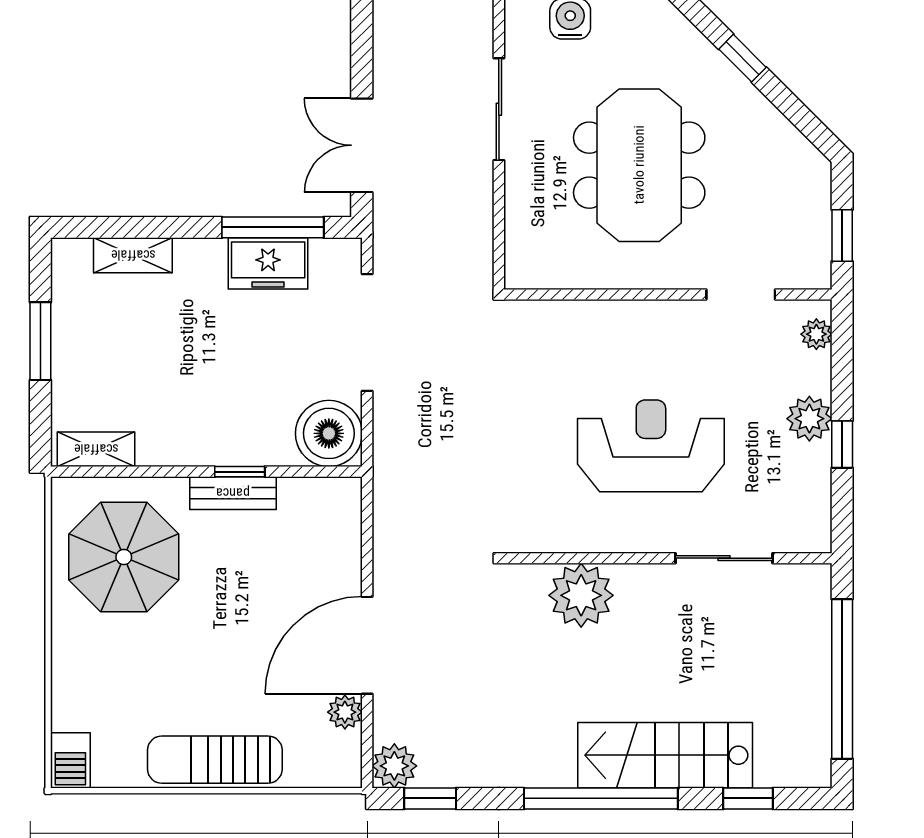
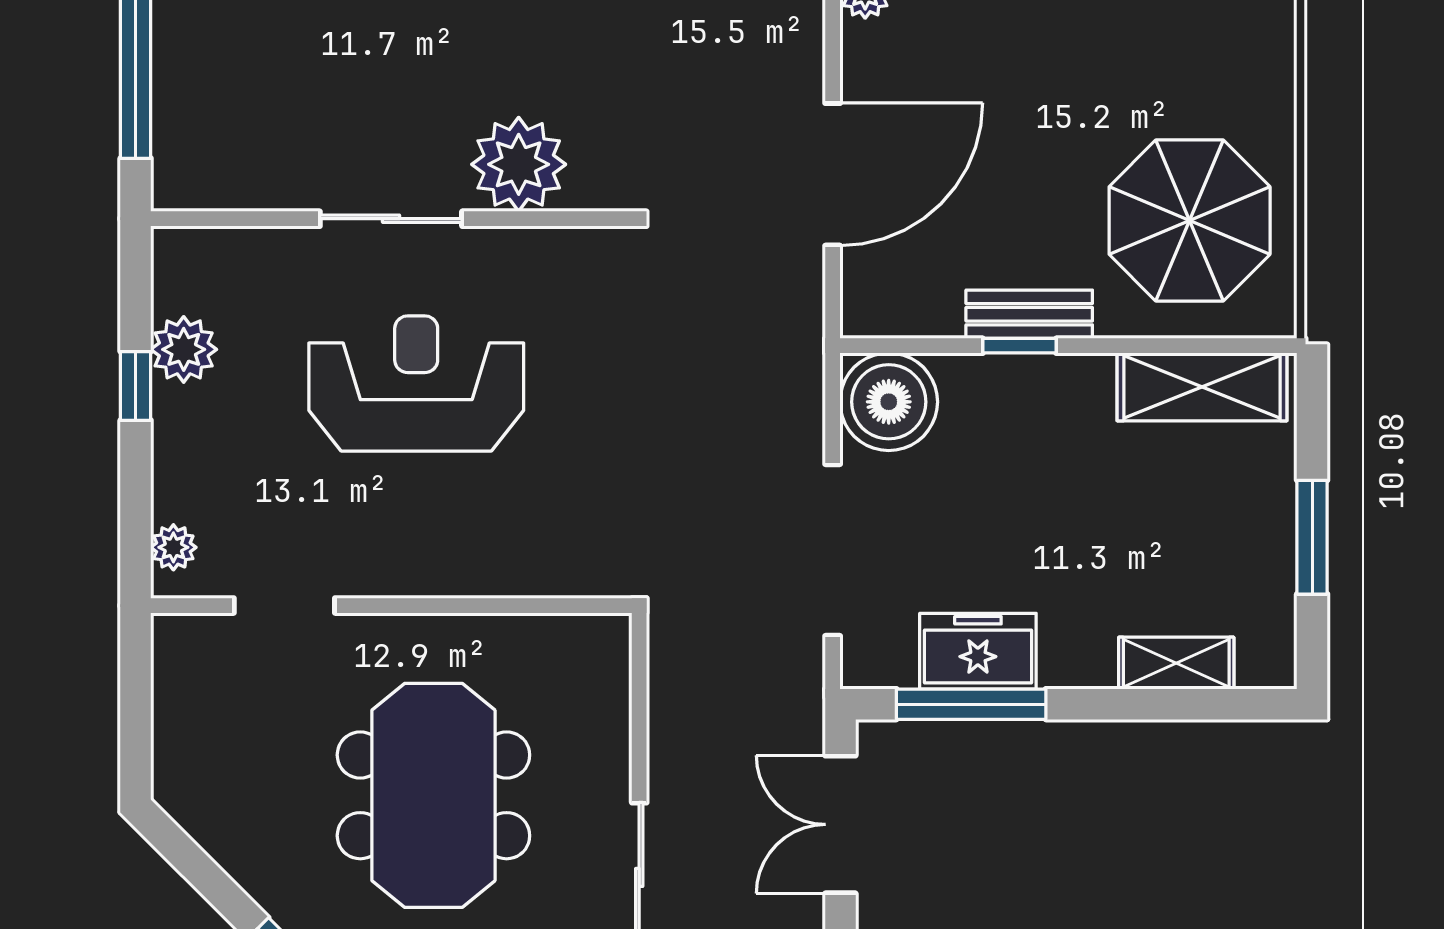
double door: (362, 145) -> (840, 824), swing flipped
window: (842, 235) -> (136, 692), removed
plant: (809, 419) -> (184, 349), moved
reception desk: (651, 446) -> (416, 383), turned 180
shelving: (96, 449) -> (1202, 387), width x1.50, depth x1.33
sliding door: (724, 558) -> (391, 219), moved
door: (367, 645) -> (833, 174), moved

